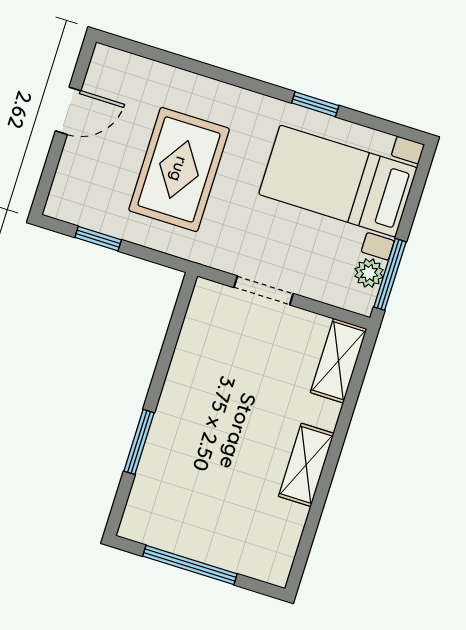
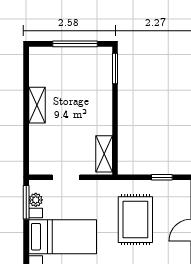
doorway: (264, 290) -> (66, 177), moved
shelving: (339, 361) -> (104, 154), moved
window: (139, 442) -> (115, 69), moved

